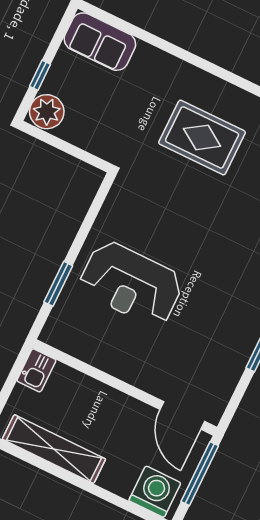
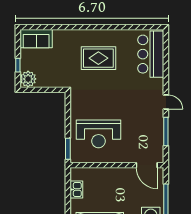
wall: (125, 387) -> (117, 165), moved
door: (182, 415) -> (147, 165), moved

